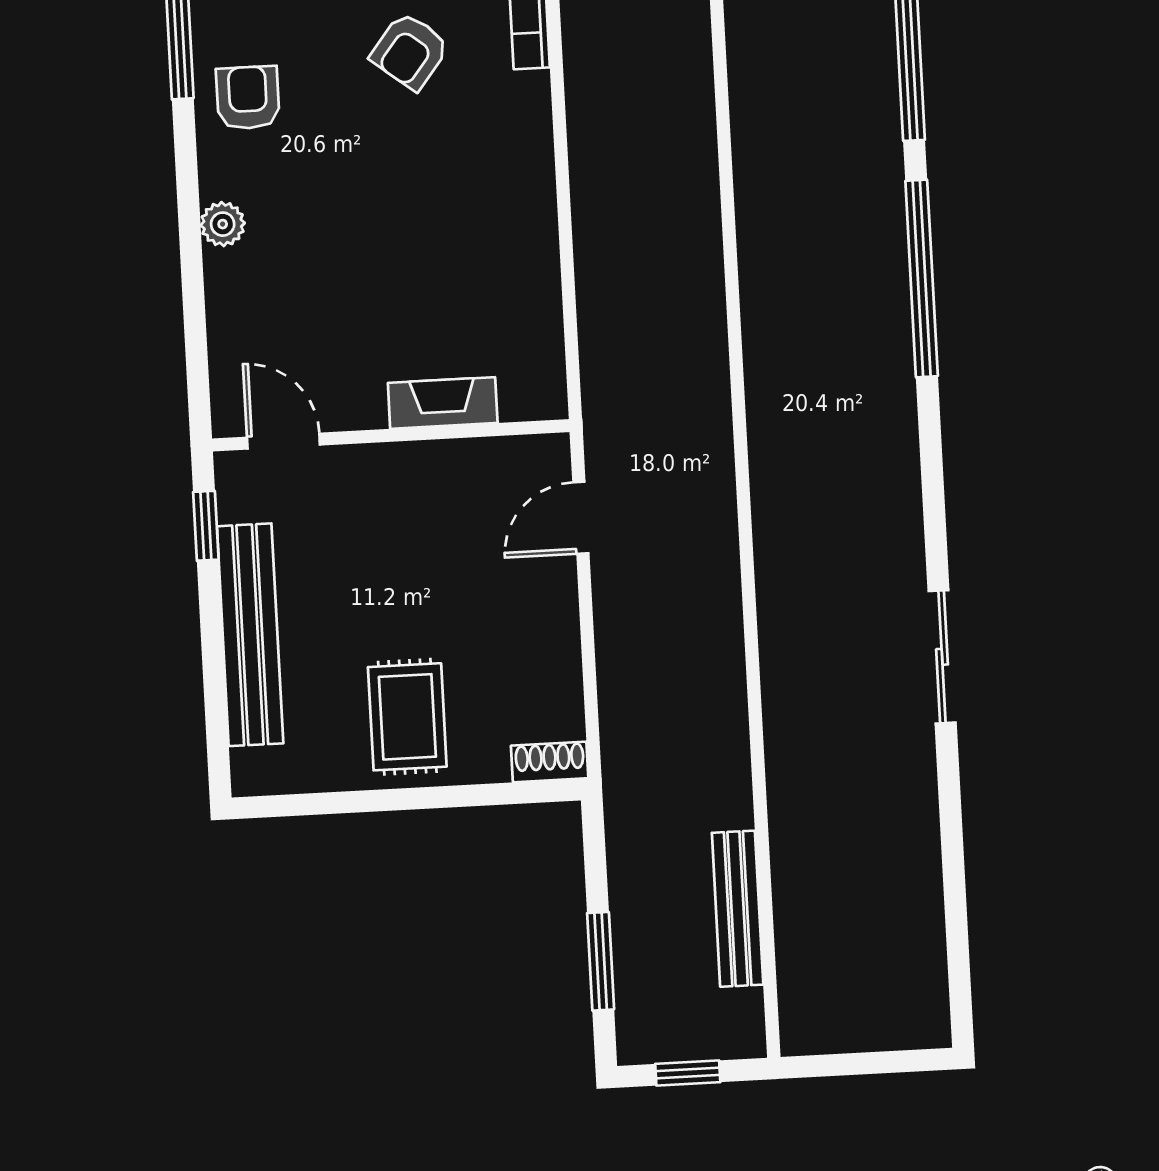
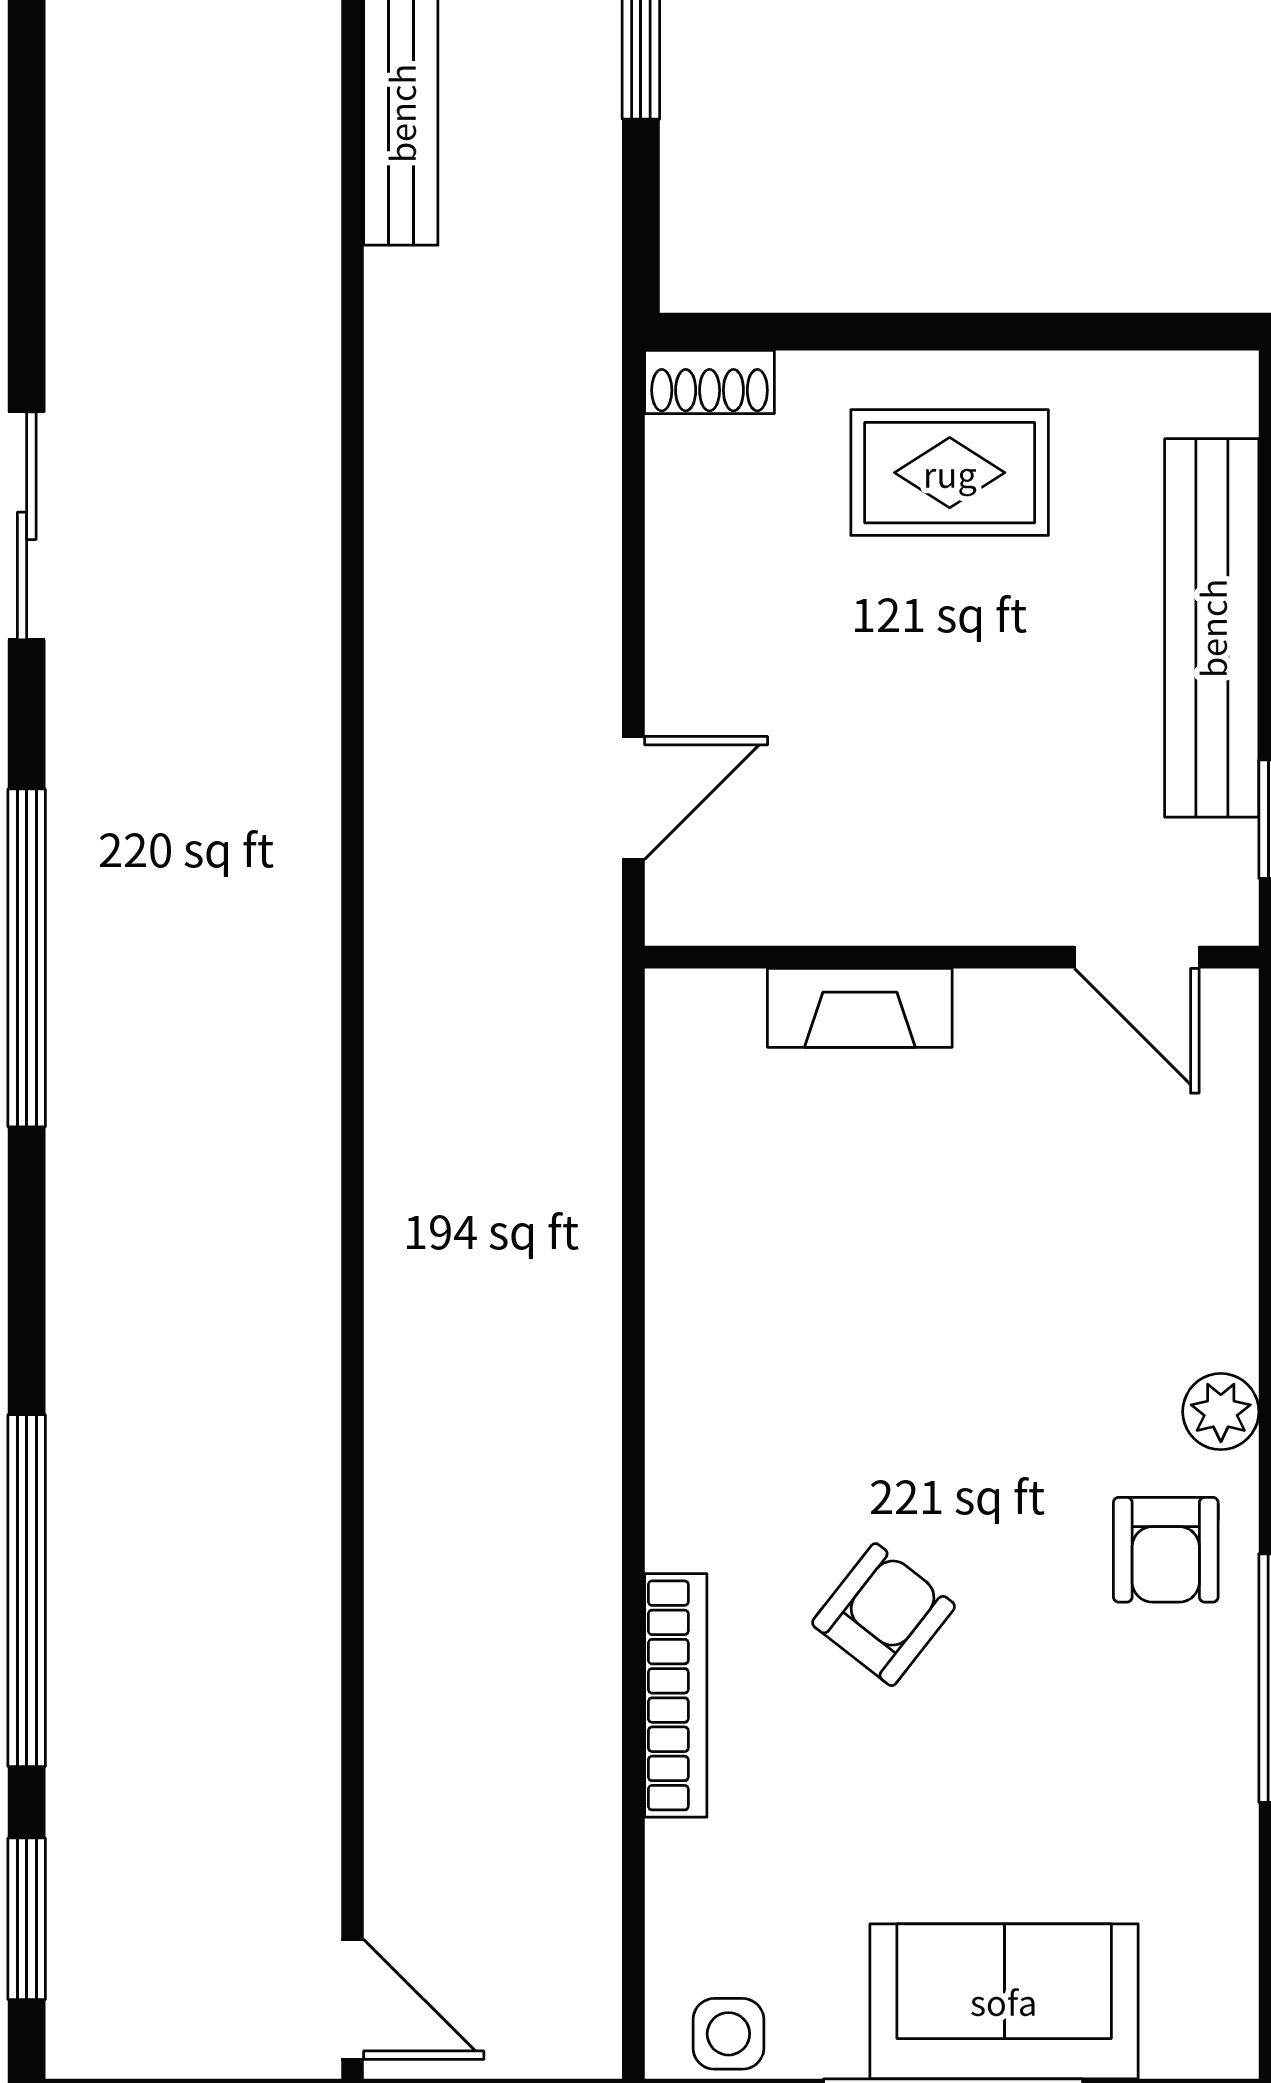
plant: (223, 224) -> (1221, 1412), moved
window: (922, 279) -> (27, 958), moved
rug: (407, 717) -> (950, 473), turned 90

